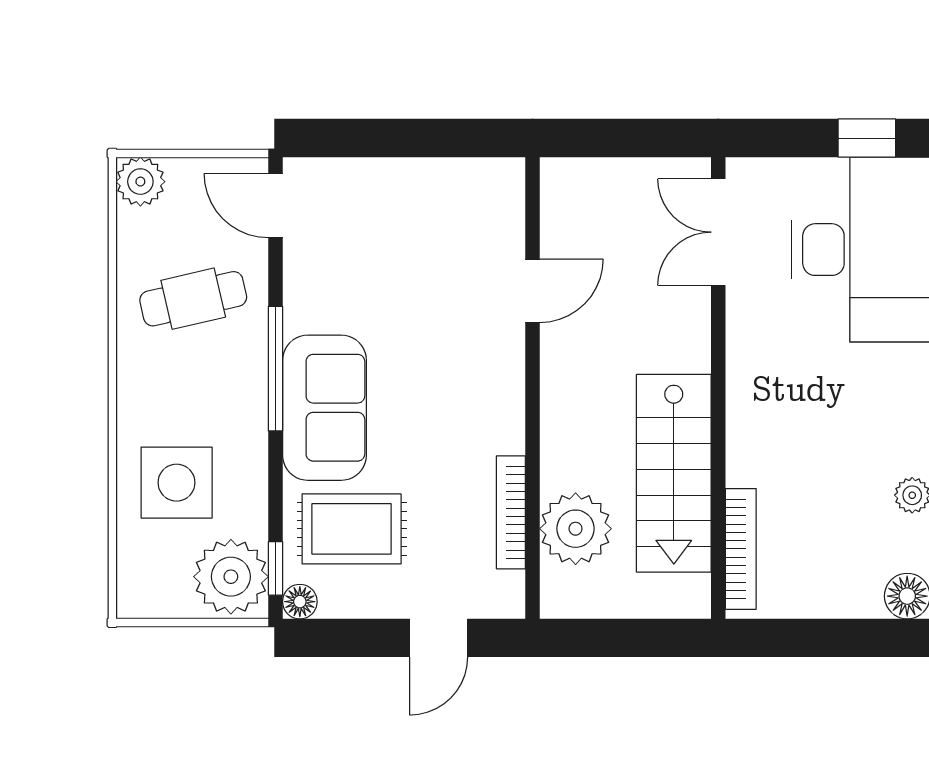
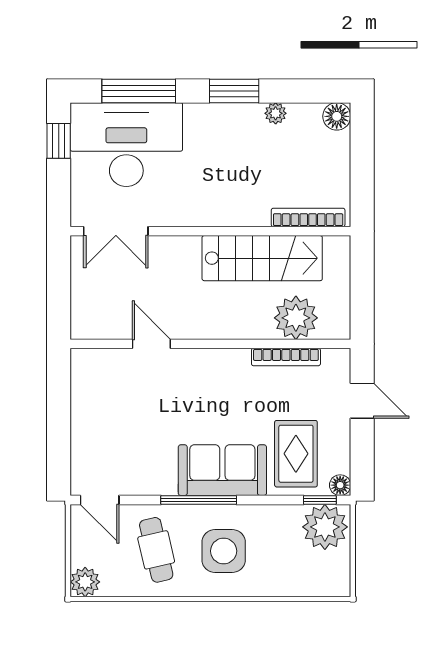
door: (275, 206) -> (100, 500), hinge flipped
side table: (177, 483) -> (224, 551), moved

